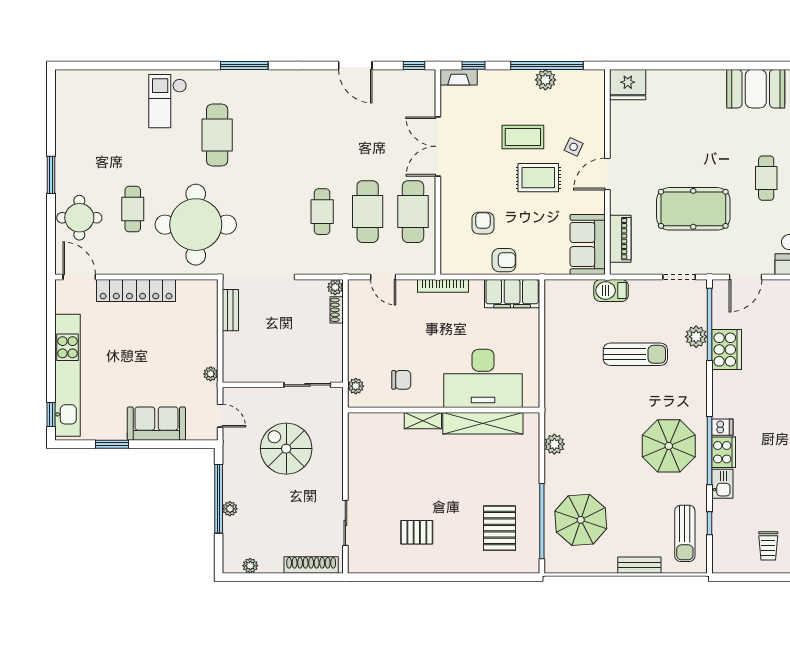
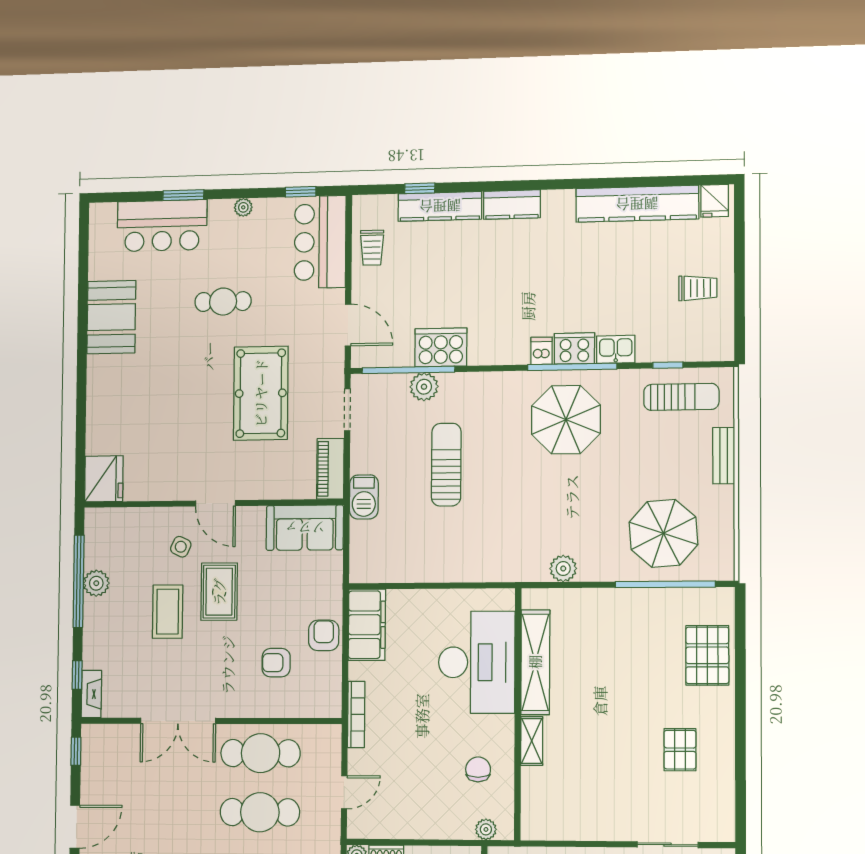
piano: (620, 239) -> (330, 469), moved, turned -90
pallet: (500, 528) -> (707, 655), moved, turned 90

